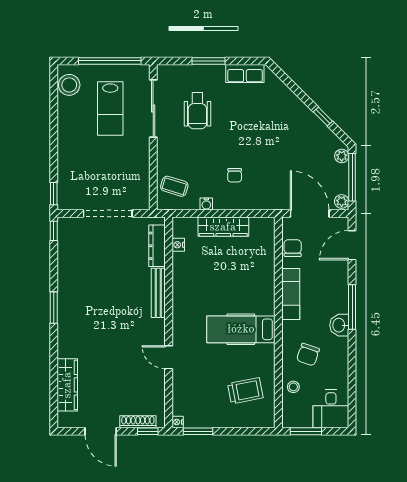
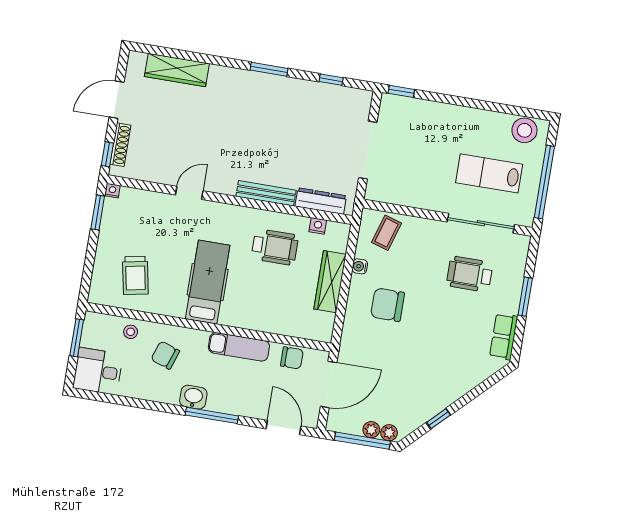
chair: (235, 175) -> (388, 305), width x1.87, depth x1.87
plant: (342, 201) -> (371, 430), moved
window: (54, 231) -> (331, 80), moved
wheelchair: (202, 278) -> (275, 247), added

